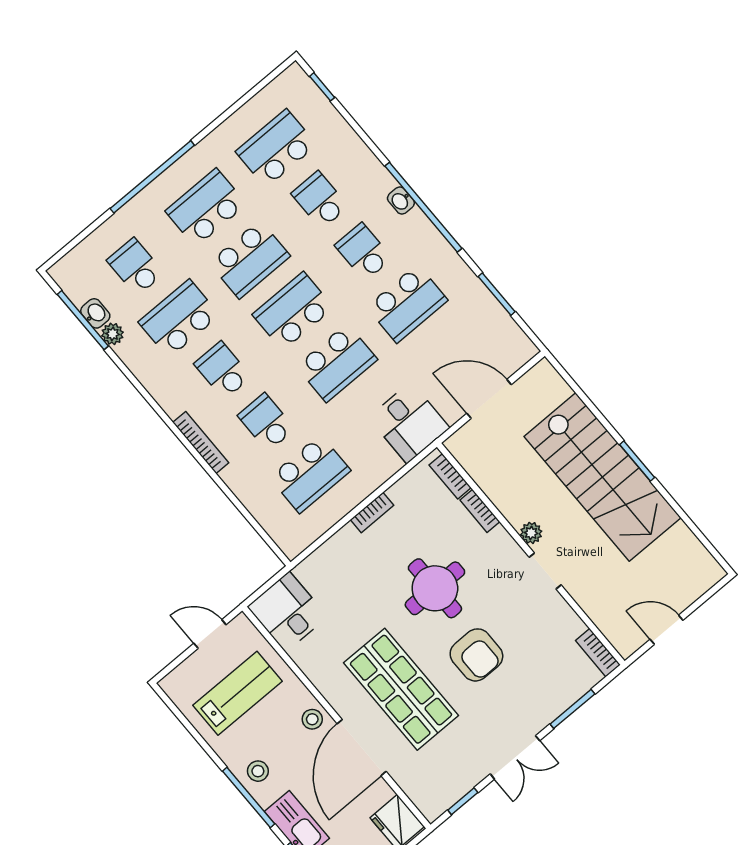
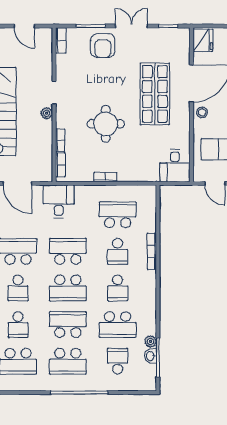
school desk: (135, 267) -> (118, 361), turned 180
bookcase: (201, 442) -> (152, 251), moved
armchair: (476, 655) -> (103, 46), moved, turned 180

